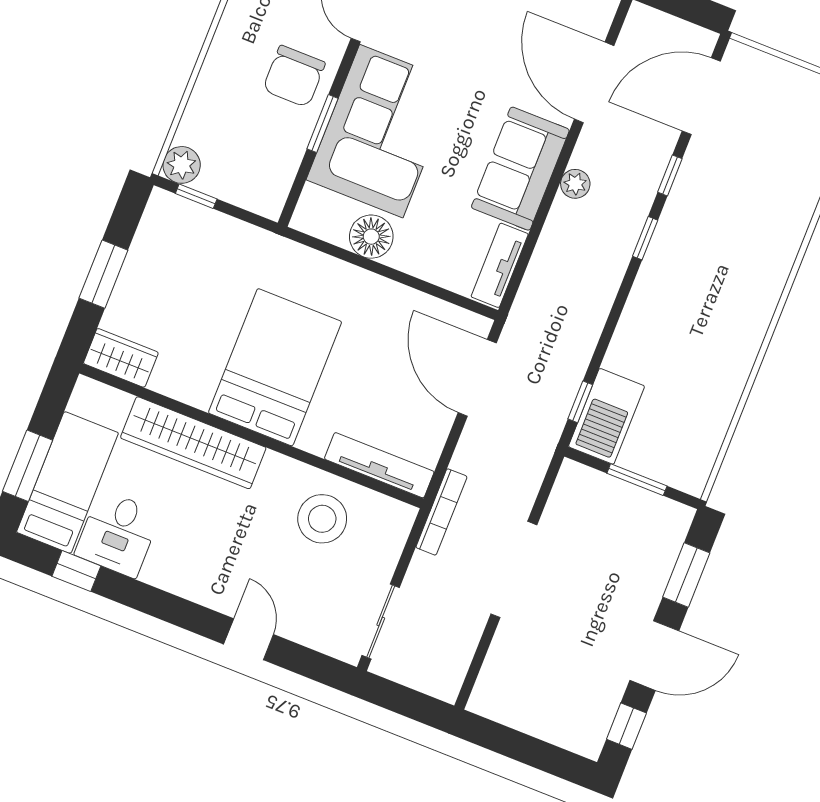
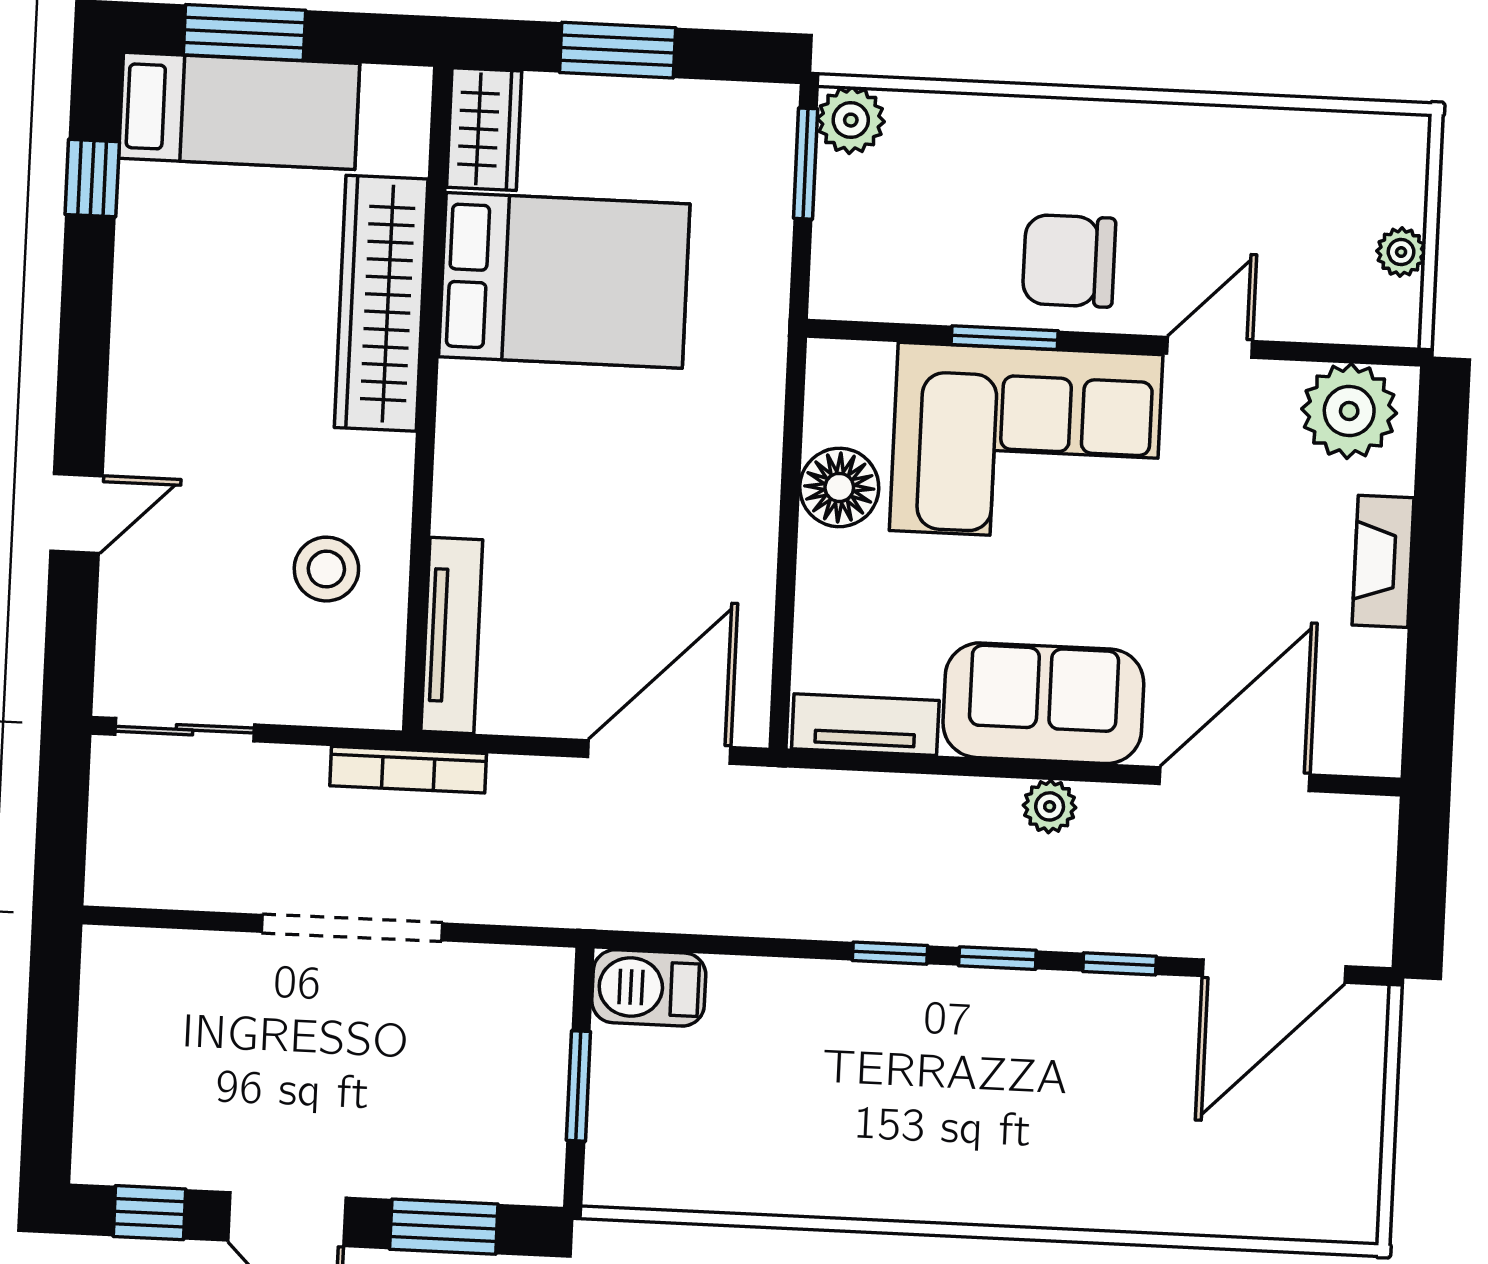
door: (701, 96) -> (1274, 971), swing flipped
window: (196, 196) -> (806, 164), width x1.50
bed: (275, 367) -> (564, 280), moved
window: (580, 402) -> (890, 953), moved
barbecue: (606, 416) -> (649, 988), width x0.73, depth x0.83
stool: (322, 519) -> (326, 569), width x0.73, depth x0.73
desk: (118, 534) -> (181, 227), removed

